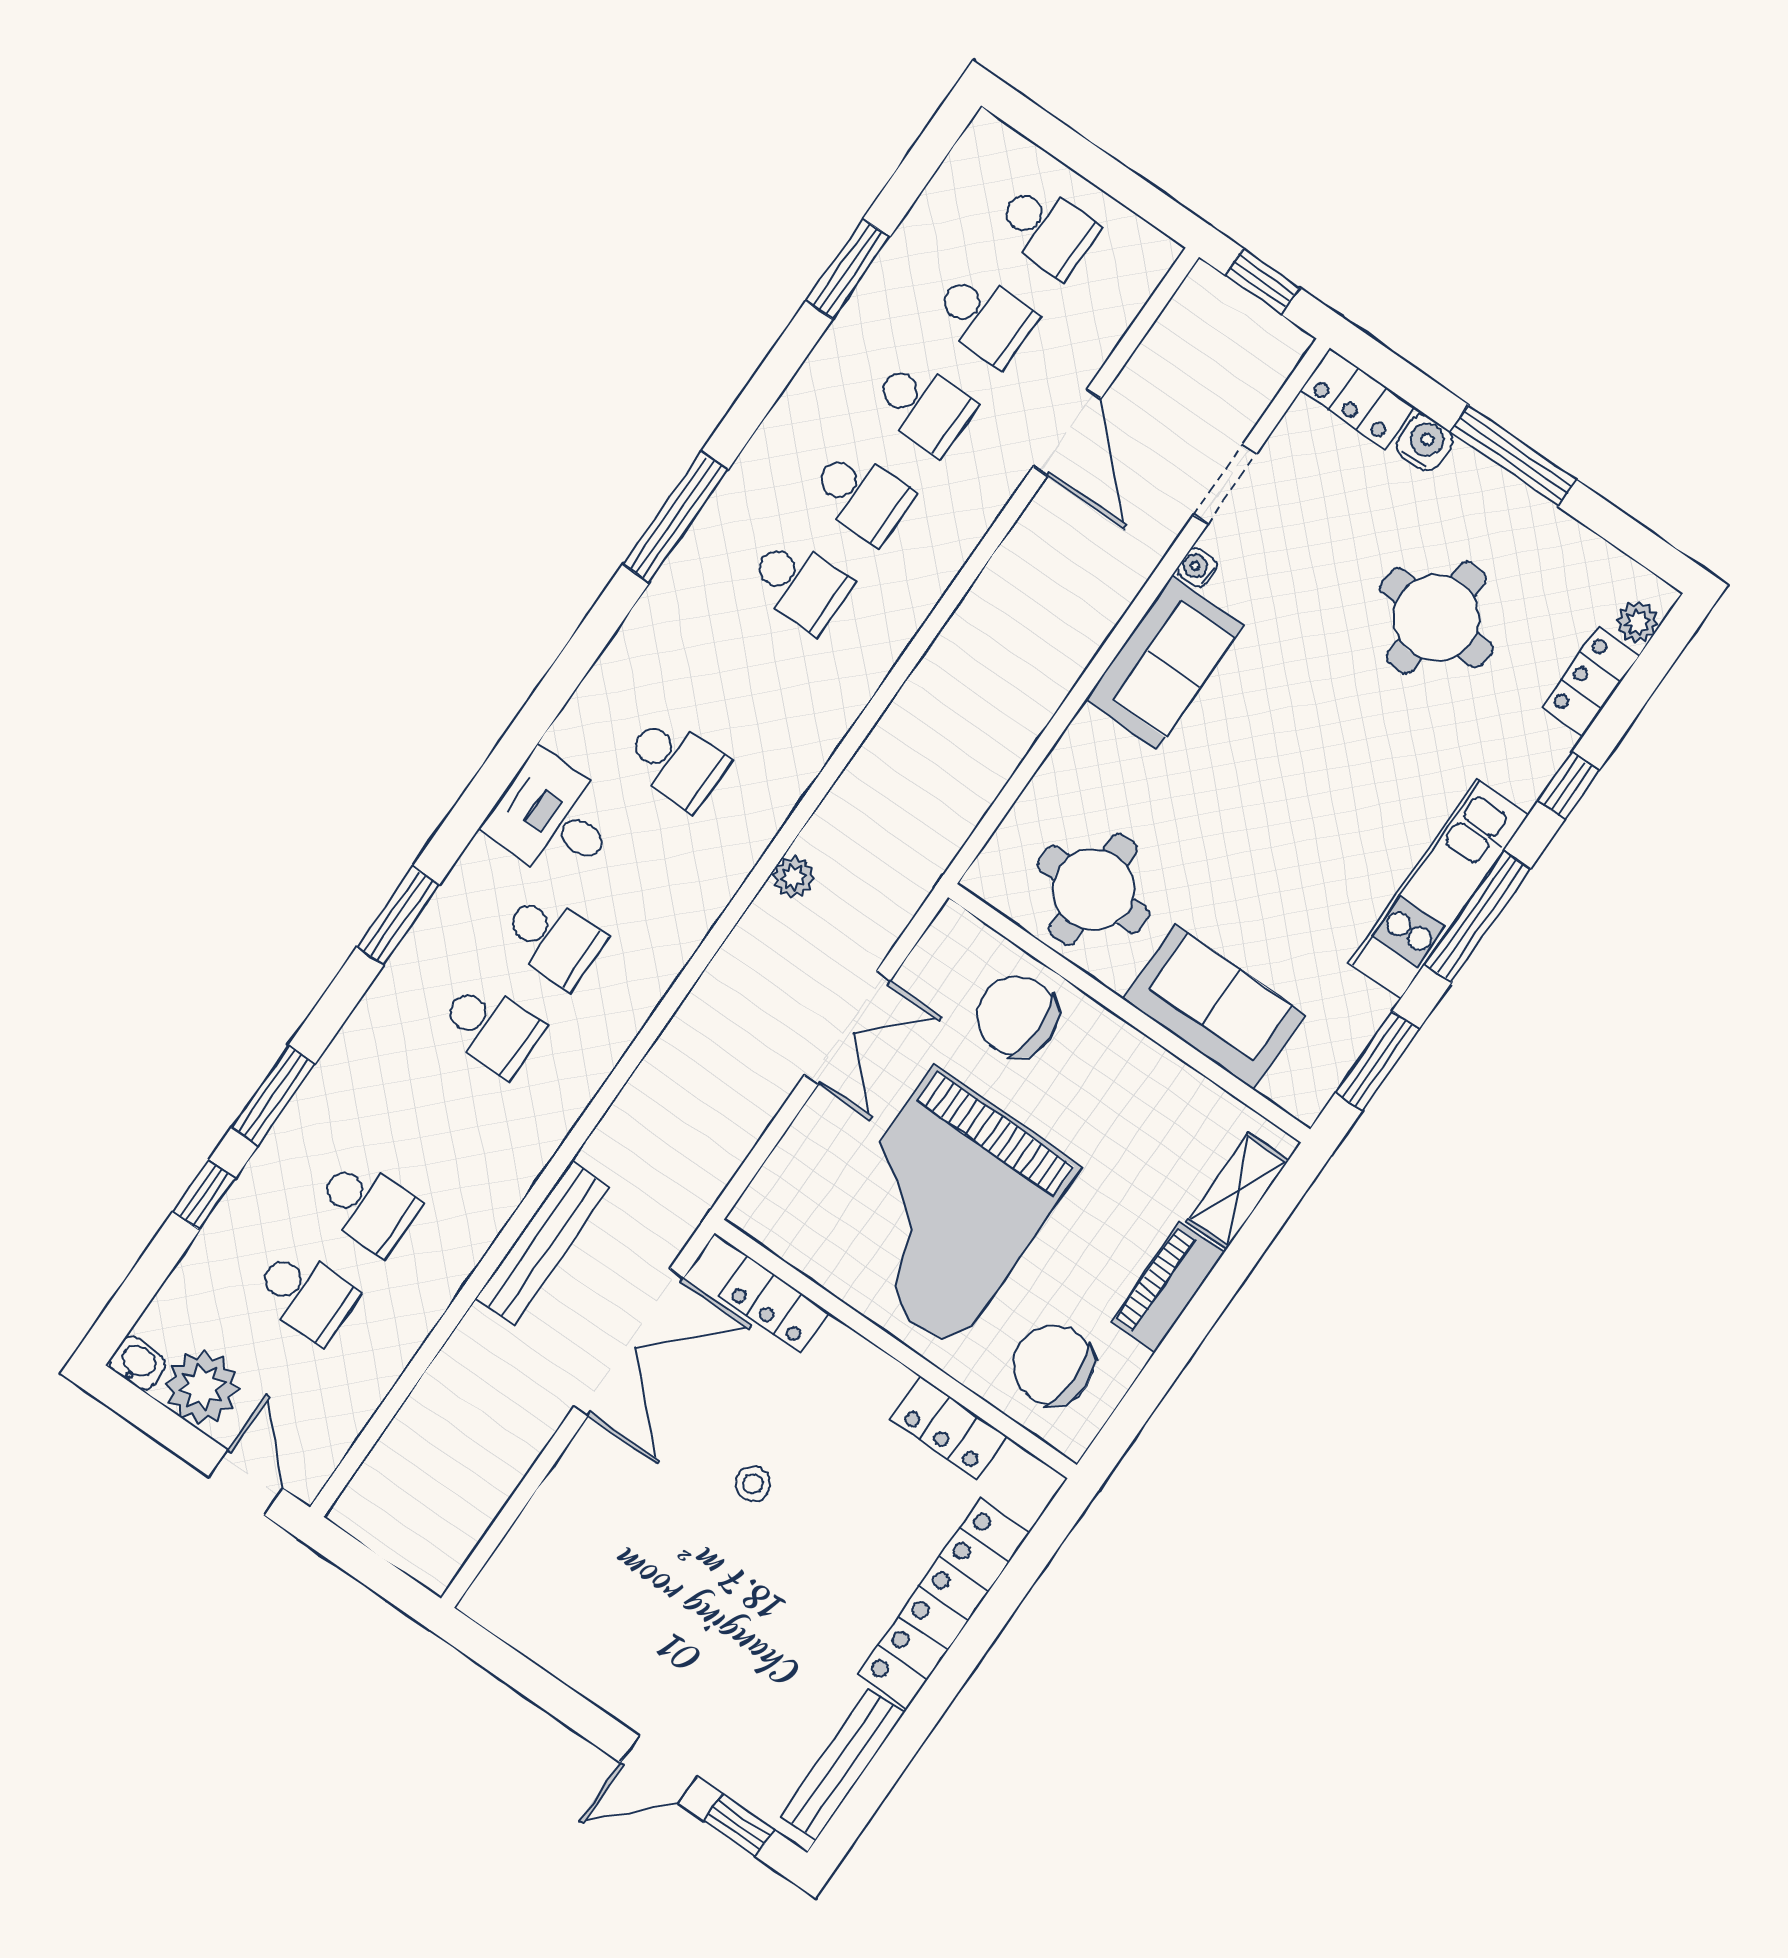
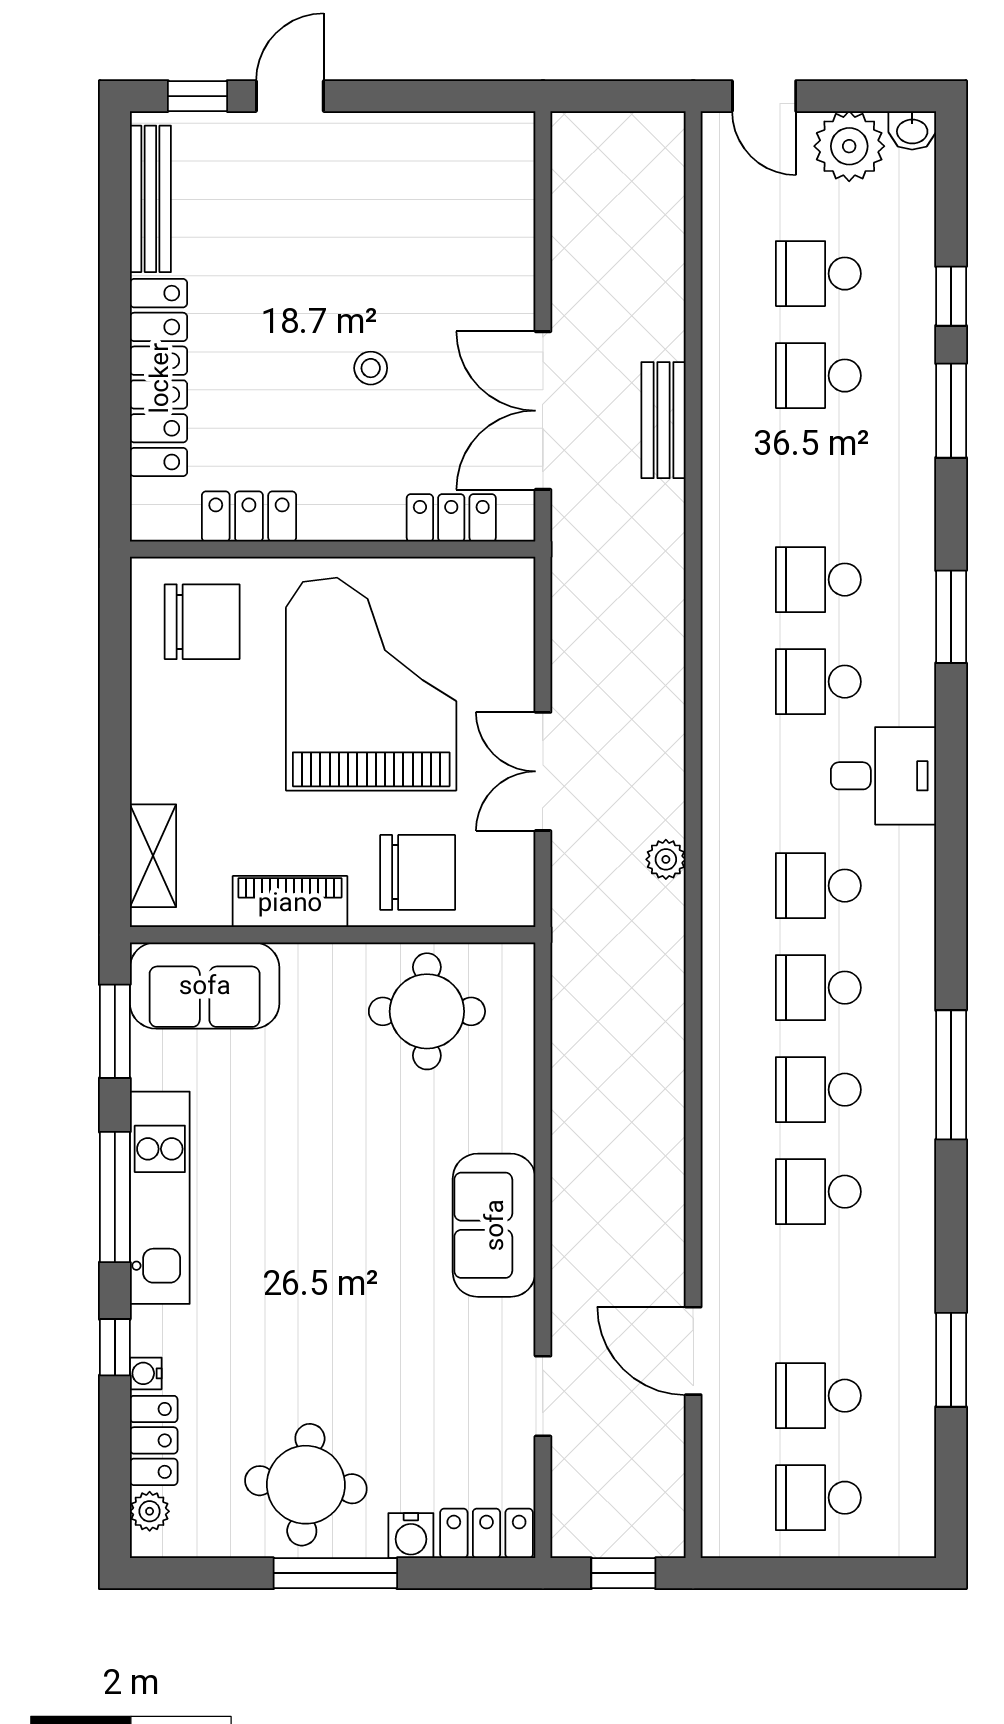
school desk: (923, 407) -> (818, 988), moved
water cooler: (1197, 567) -> (146, 1373), moved, turned 180
round table: (1436, 618) -> (306, 1485), moved
sofa: (1214, 1007) -> (205, 985), moved
bench: (542, 1243) -> (664, 420), width x0.73
piano: (1167, 1287) -> (290, 902), moved, turned -90

